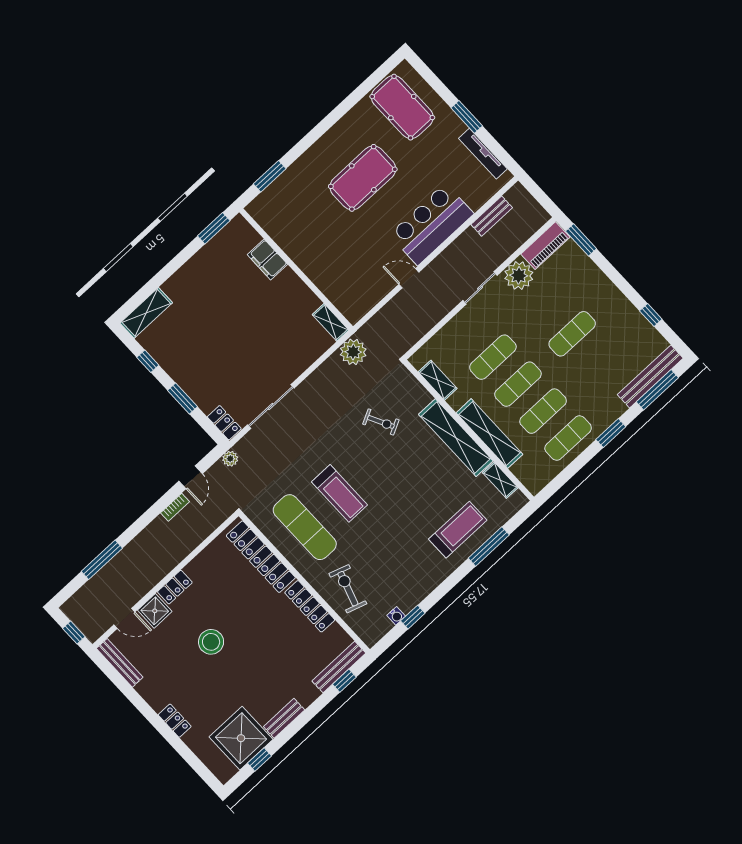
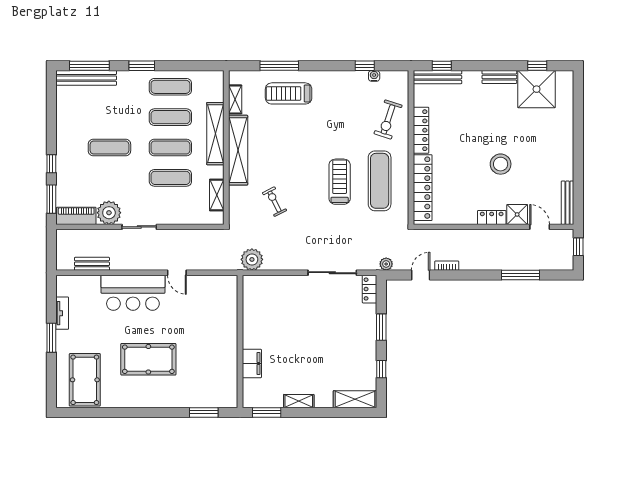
tv unit: (483, 154) -> (62, 313), width x0.71
window: (651, 315) -> (51, 164), moved
shelving: (331, 322) -> (299, 401), moved, turned 90
locker: (175, 721) -> (567, 137), removed

